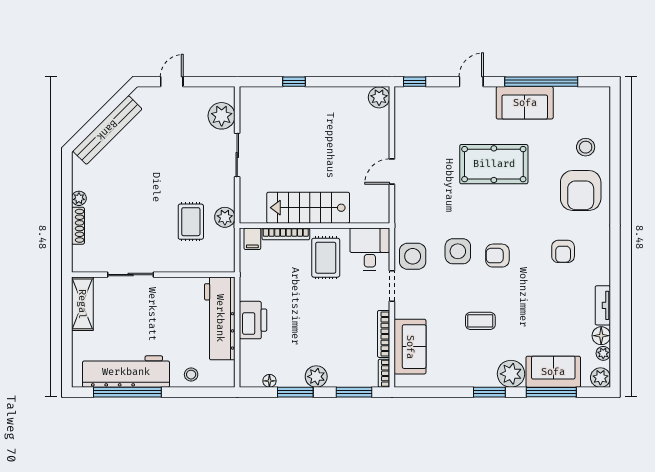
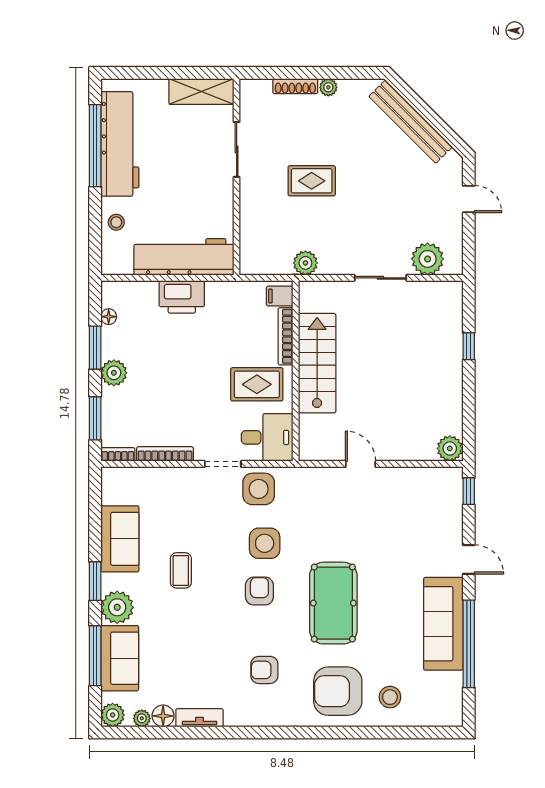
sofa: (525, 103) -> (443, 624), width x1.36
pool table: (494, 164) -> (333, 603), moved
rug: (191, 222) -> (312, 181), moved
sofa: (410, 347) -> (120, 539), moved, turned -90

